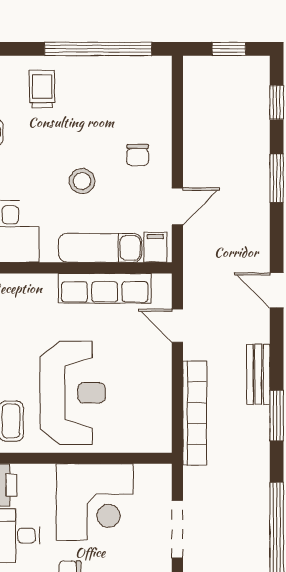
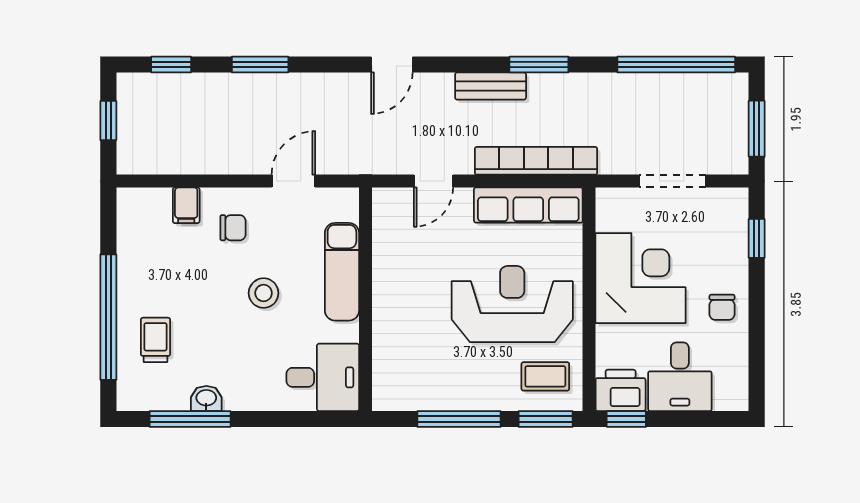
window: (98, 49) -> (108, 317), moved
trolley: (42, 89) -> (155, 340), turned 90
door: (177, 207) -> (293, 181), hinge flipped
filing cabinet: (155, 247) -> (186, 205), moved, turned -90
row of seats: (105, 288) -> (528, 205), moved, turned 90

